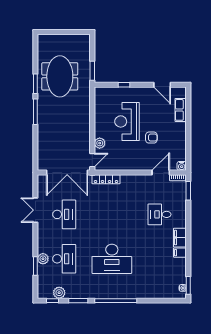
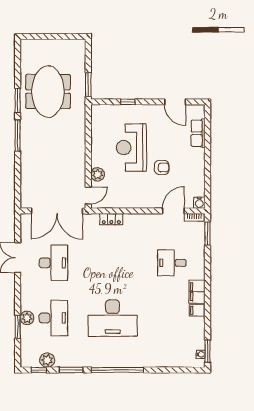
locker: (106, 179) -> (111, 219), width x0.66

